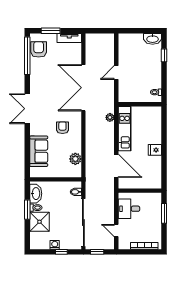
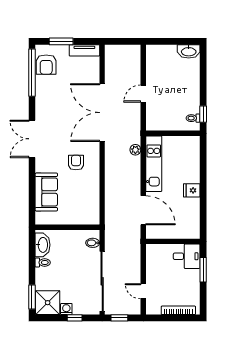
armchair: (39, 49) -> (46, 65), turned 180
window: (164, 55) -> (203, 114), moved
plant: (75, 159) -> (92, 202), removed
desk: (129, 209) -> (187, 256), moved, turned 180
window: (27, 210) -> (32, 297), moved
shower: (39, 222) -> (48, 303), moved

